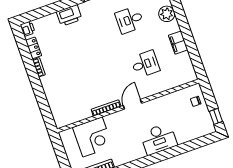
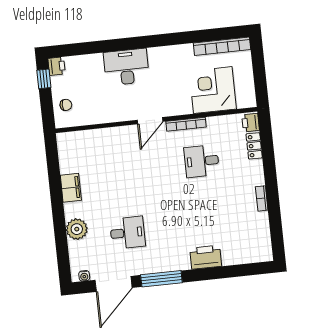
printer: (28, 29) -> (251, 123), moved
locker: (34, 48) -> (254, 146), moved
desk: (145, 64) -> (202, 161), moved
printer: (209, 128) -> (57, 66), added

